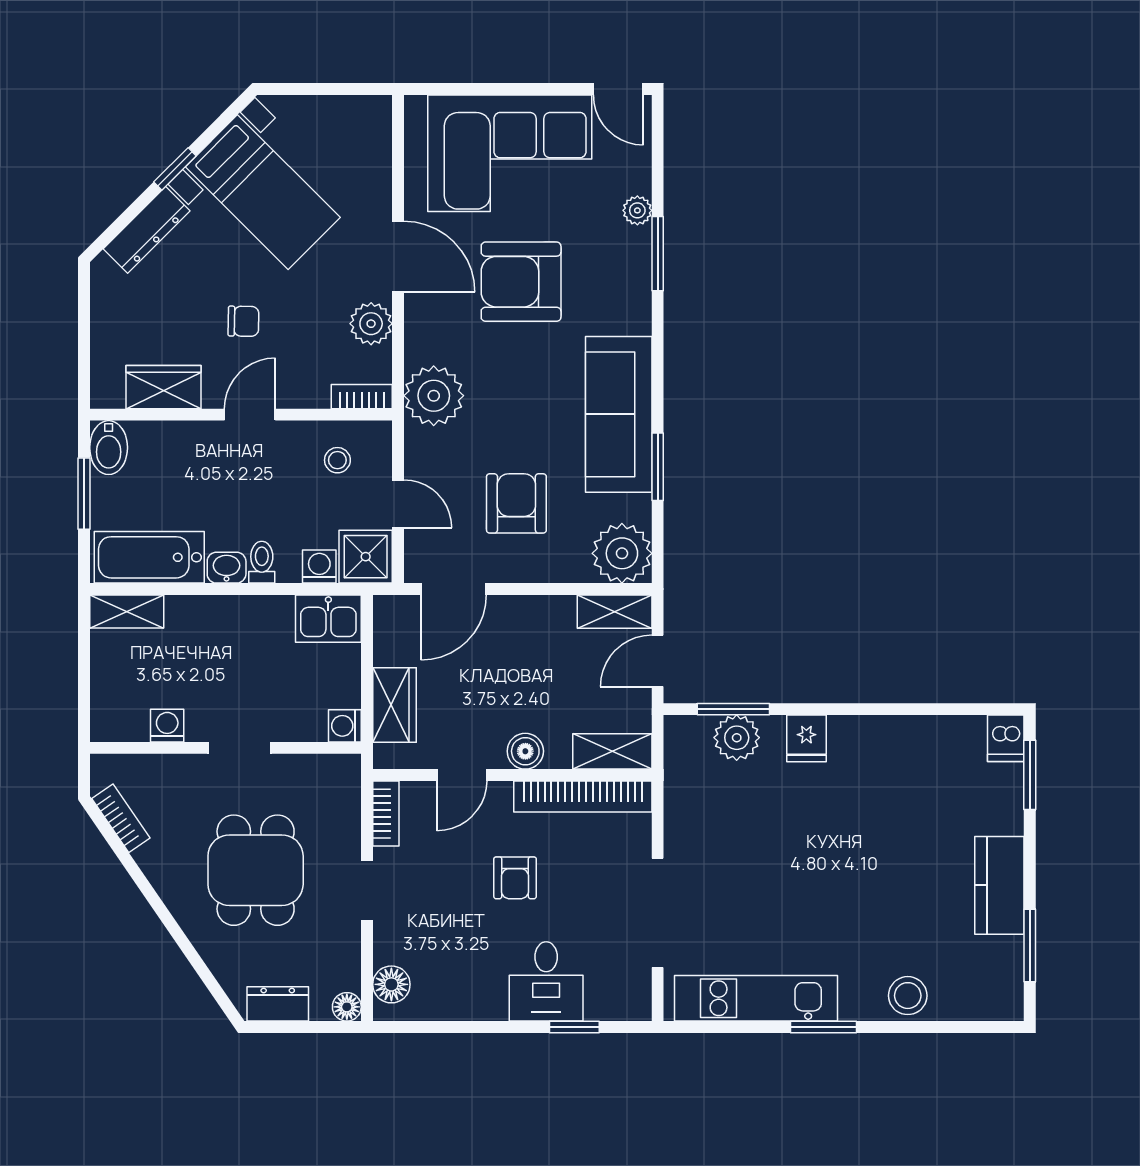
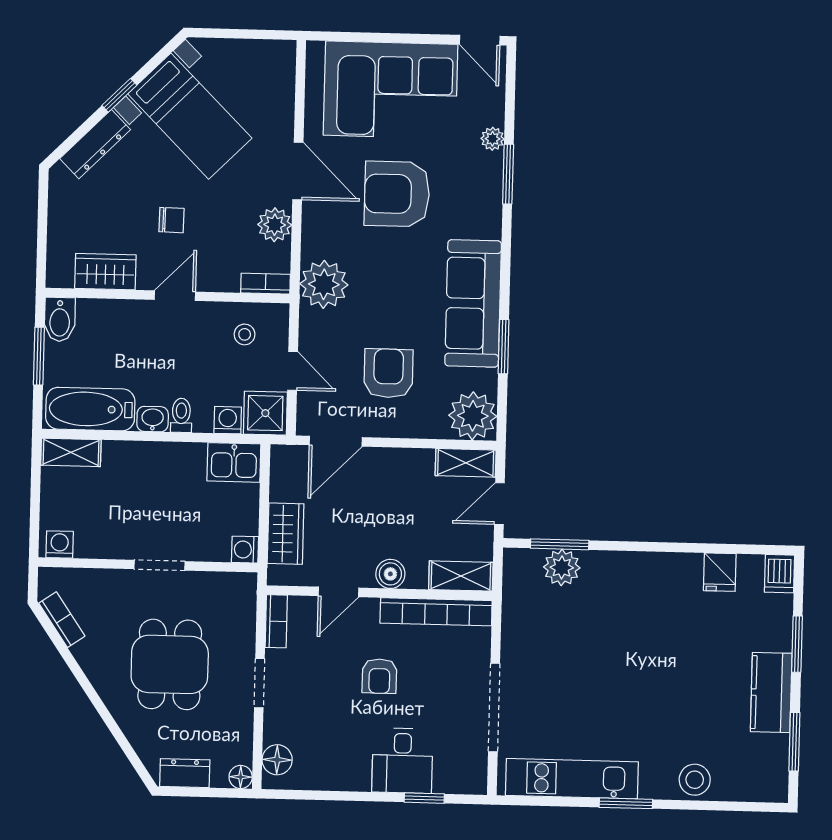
washing machine: (167, 726) -> (60, 544), moved
fridge: (806, 738) -> (720, 572), moved
window: (1030, 775) -> (797, 644), moved

